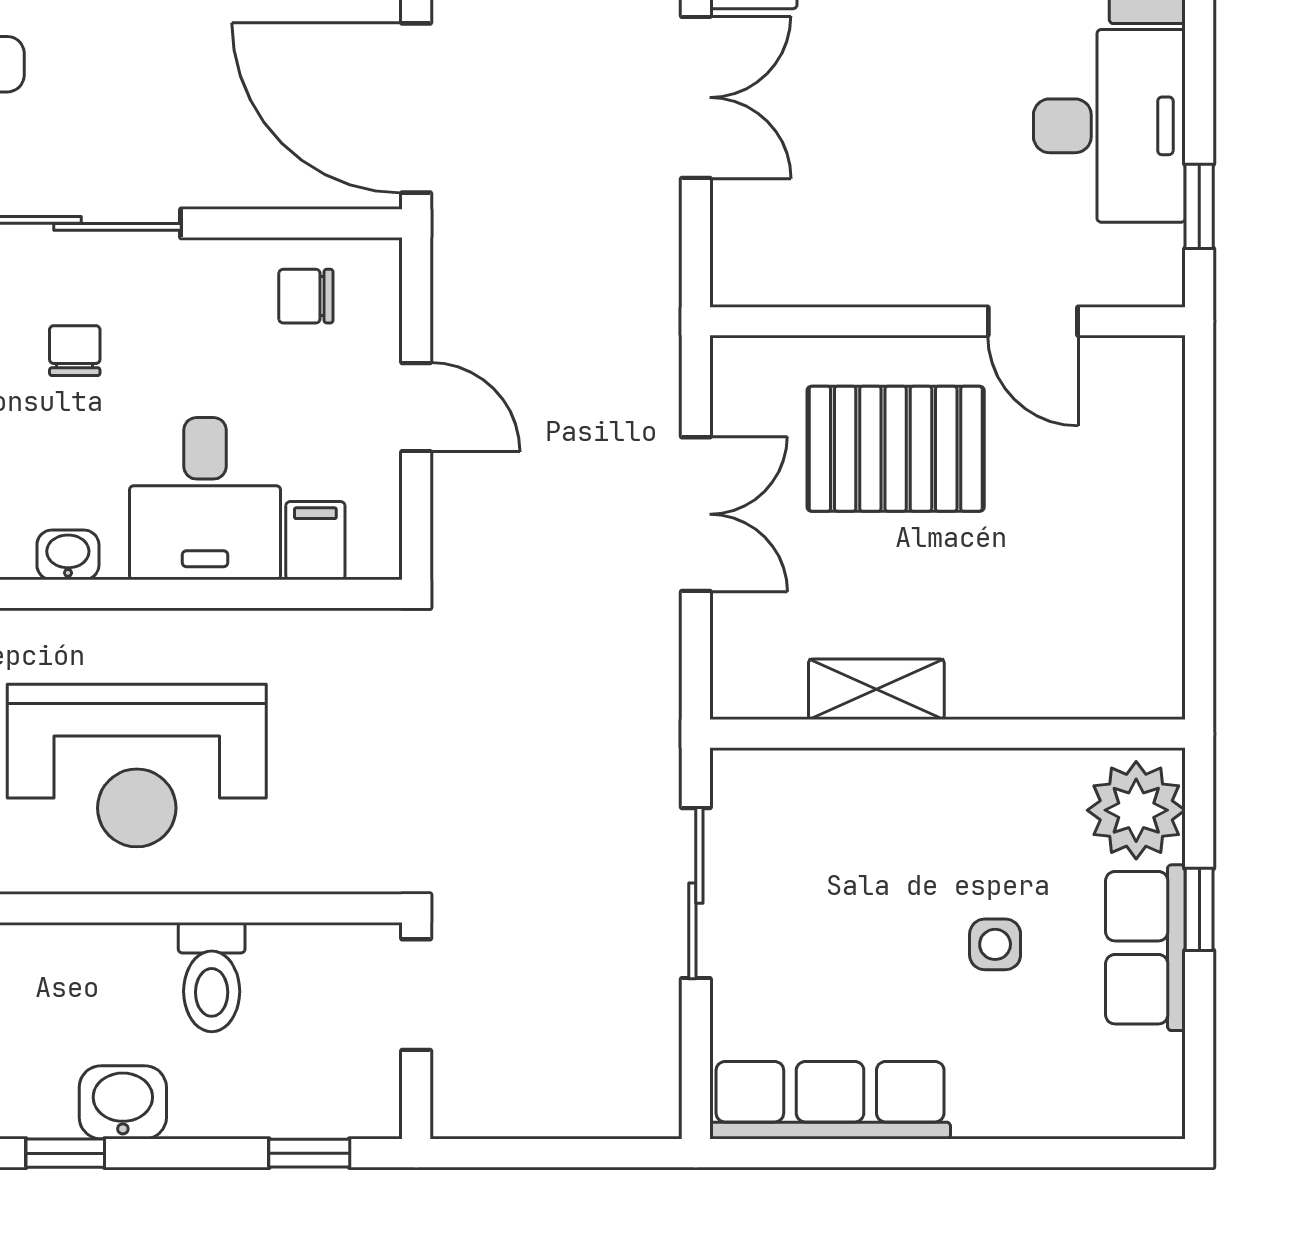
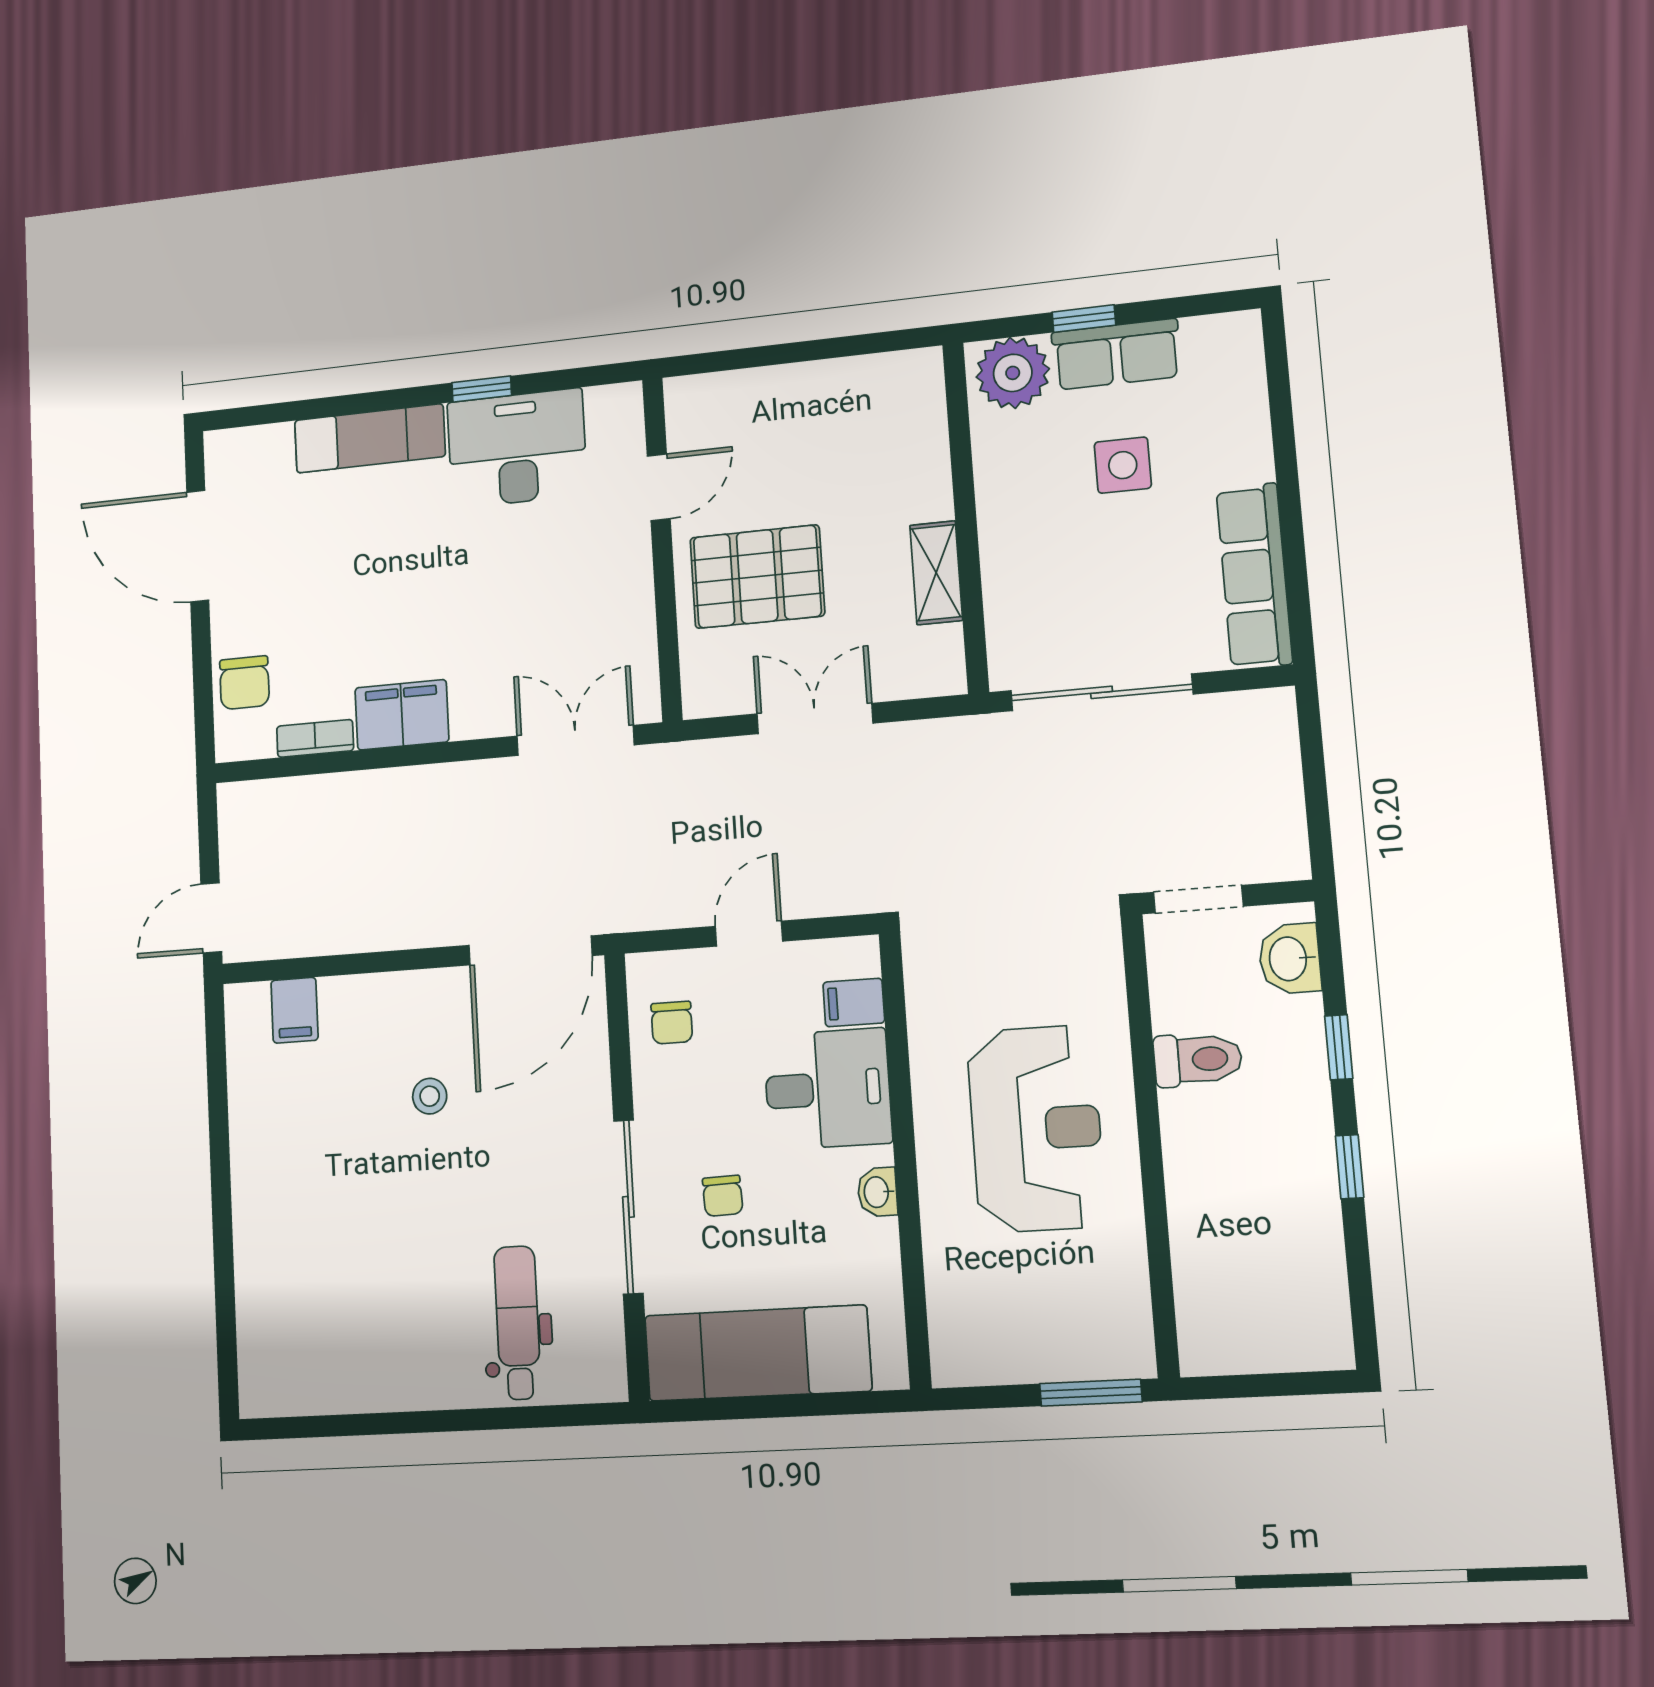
double door: (696, 97) -> (575, 740), moved
window: (1199, 206) -> (482, 389), moved
chair: (75, 351) -> (723, 1196), turned -92
pallet: (896, 449) -> (757, 577), turned 90
sliding door: (696, 893) -> (1102, 692), width x1.37
side table: (995, 944) -> (1123, 465), width x1.37, depth x1.37
washbasin: (123, 1102) -> (1290, 959), moved
window: (309, 1153) -> (1339, 1047), moved

